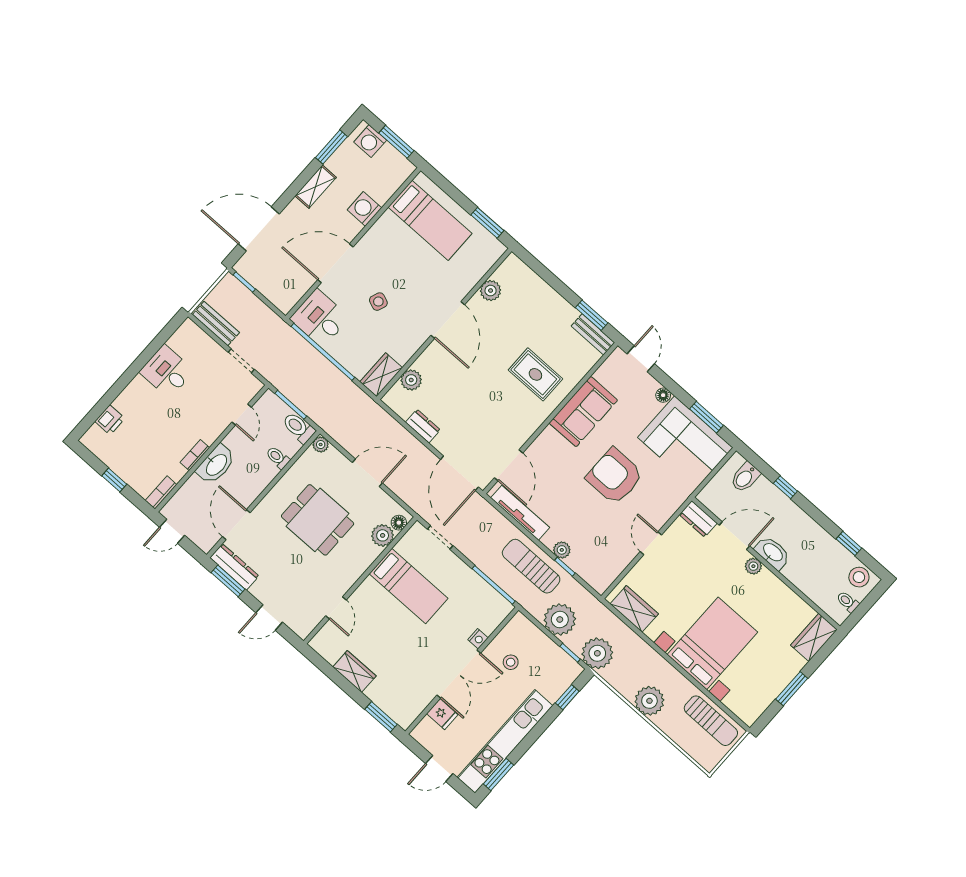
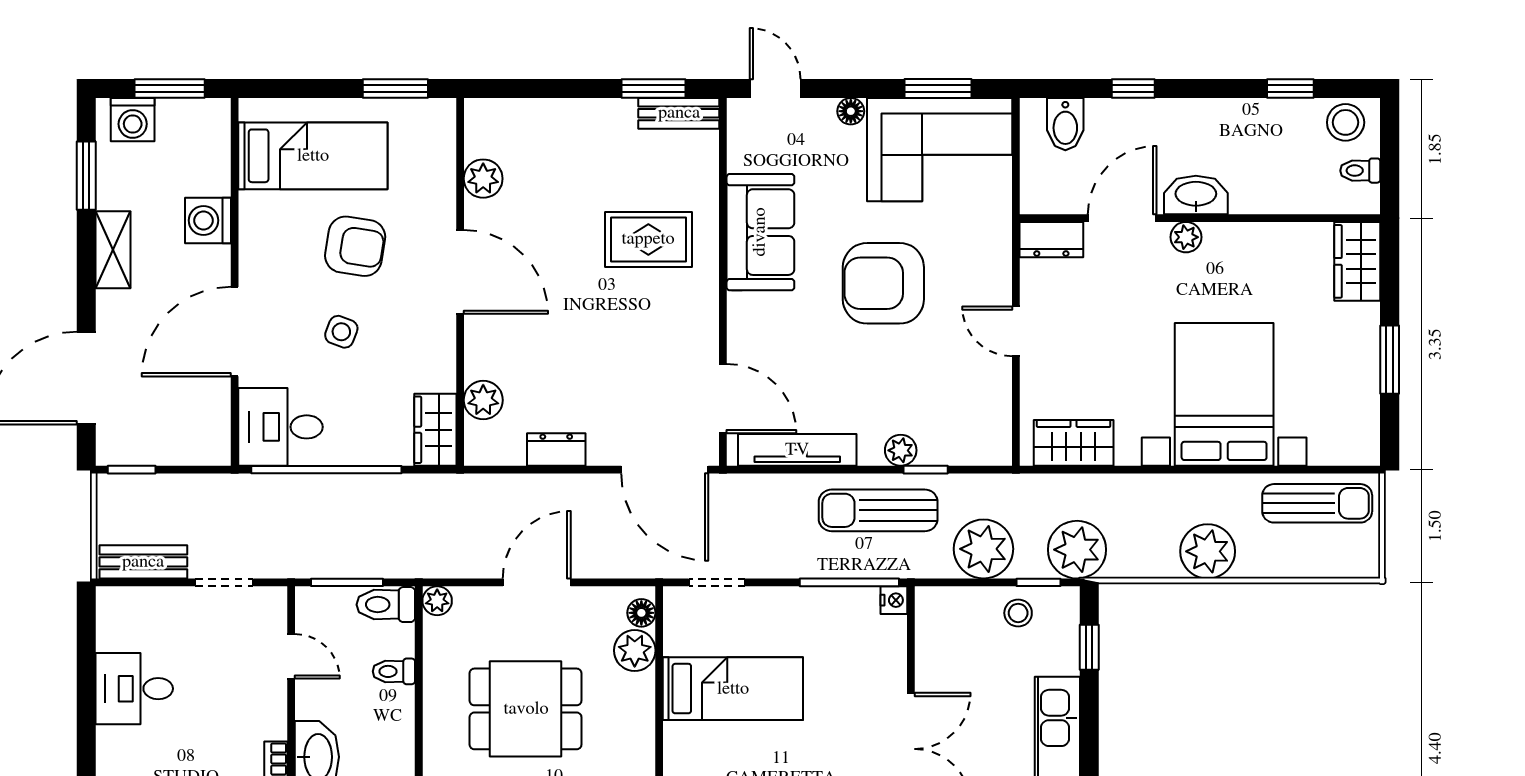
armchair: (415, 272) -> (355, 246), added
nightstand: (478, 639) -> (894, 600), moved
stool: (511, 662) -> (1018, 613), moved

